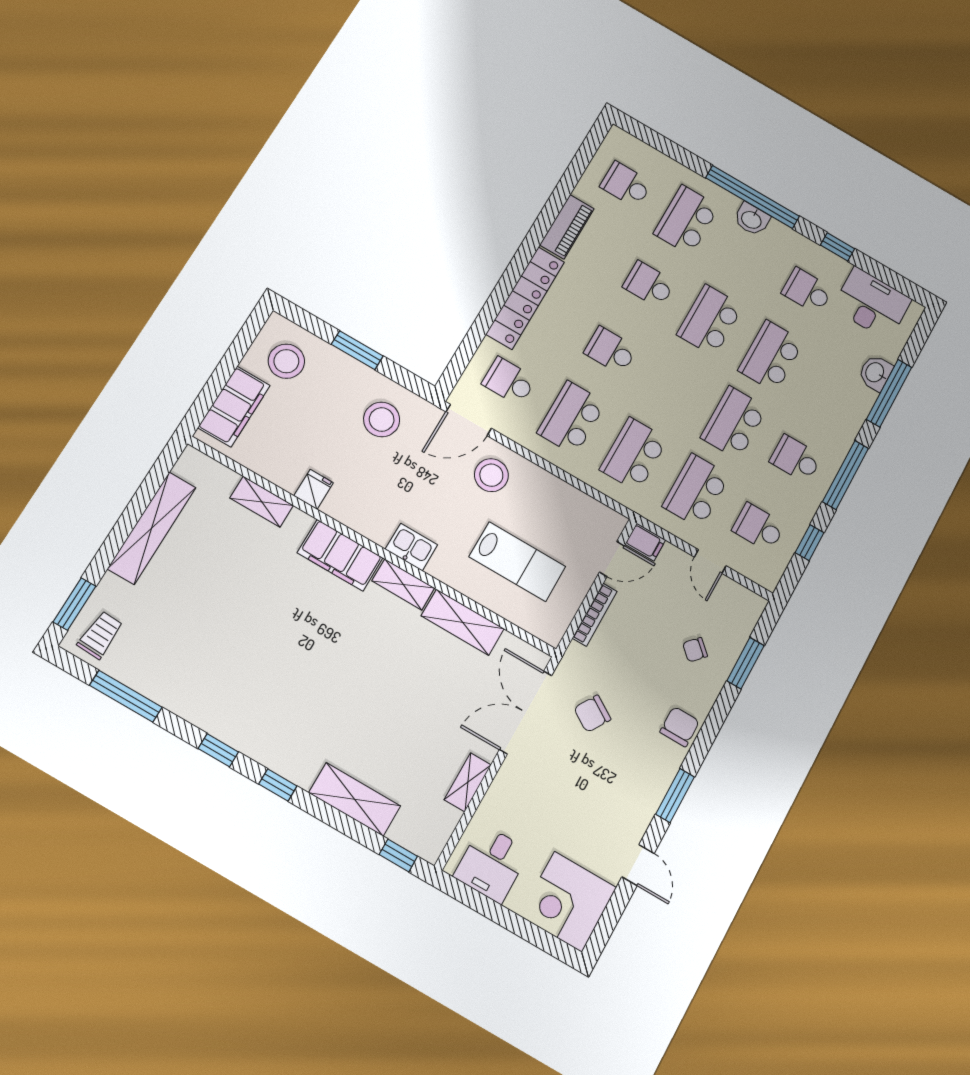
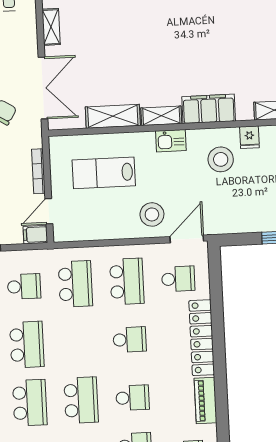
stool: (382, 420) -> (221, 159), moved
school desk: (696, 491) -> (24, 286), width x0.54

